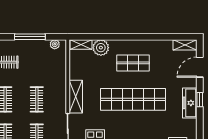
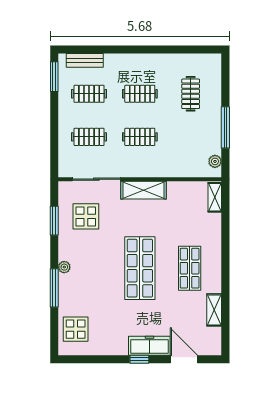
shelving: (185, 45) -> (214, 310), moved
plant: (101, 48) -> (210, 224), removed
shop shelf: (133, 99) -> (140, 268), width x0.71
freezer: (190, 103) -> (149, 346), moved

